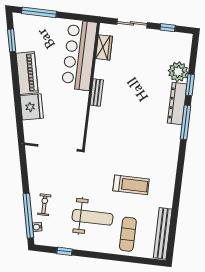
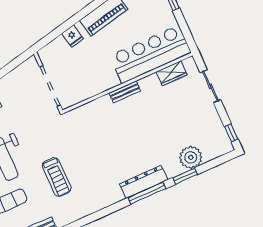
window: (168, 28) -> (231, 133), moved
dresser: (177, 104) -> (144, 182), moved
fridge: (32, 107) -> (72, 36), width x0.53, depth x0.75

